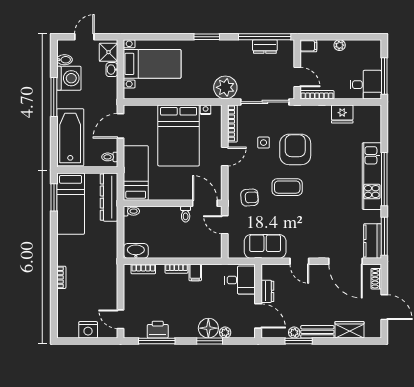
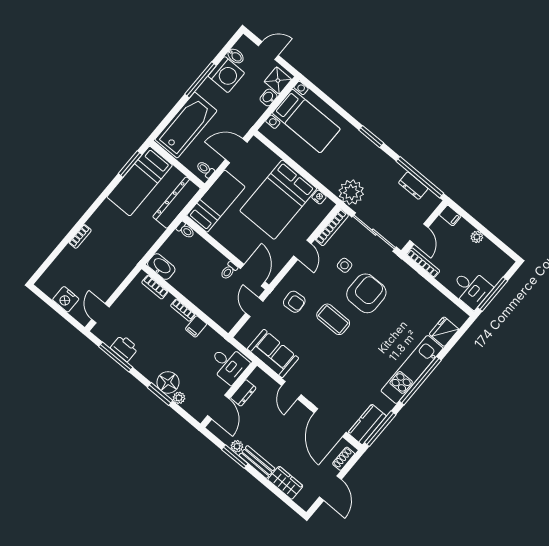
fridge: (342, 114) -> (444, 332), moved, turned 90
door: (225, 156) -> (302, 250), hinge flipped

